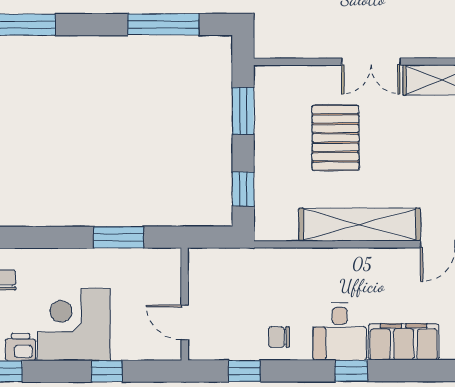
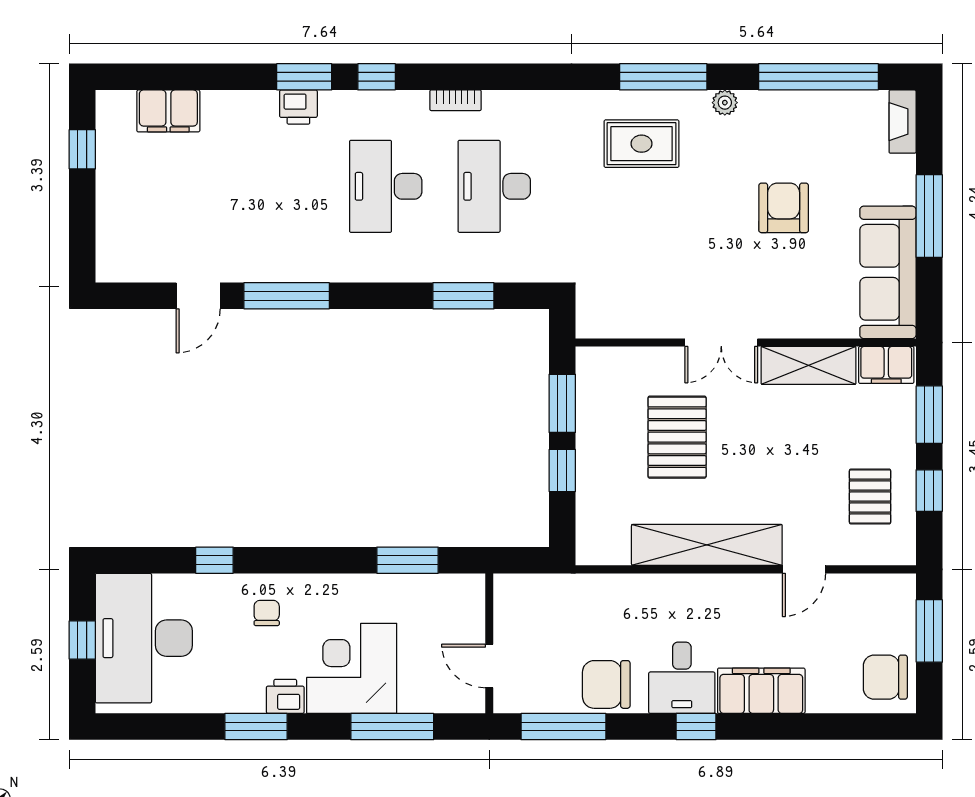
window: (163, 24) -> (463, 296), width x0.69
window: (243, 189) -> (562, 470), moved
chair: (279, 337) -> (606, 684), width x1.87, depth x1.87
window: (107, 371) -> (392, 727), width x2.17
window: (244, 371) -> (563, 727), width x2.17

